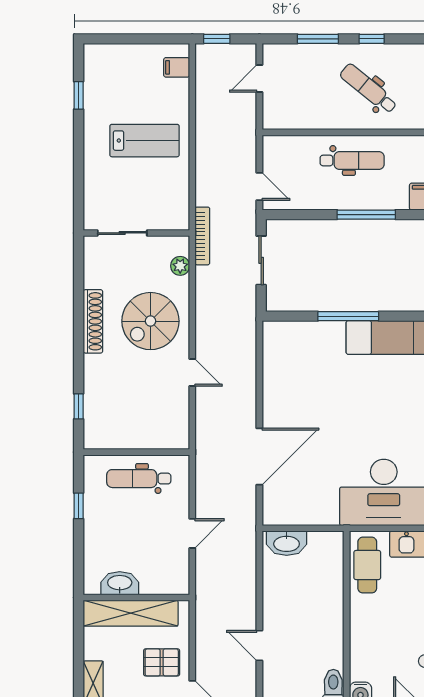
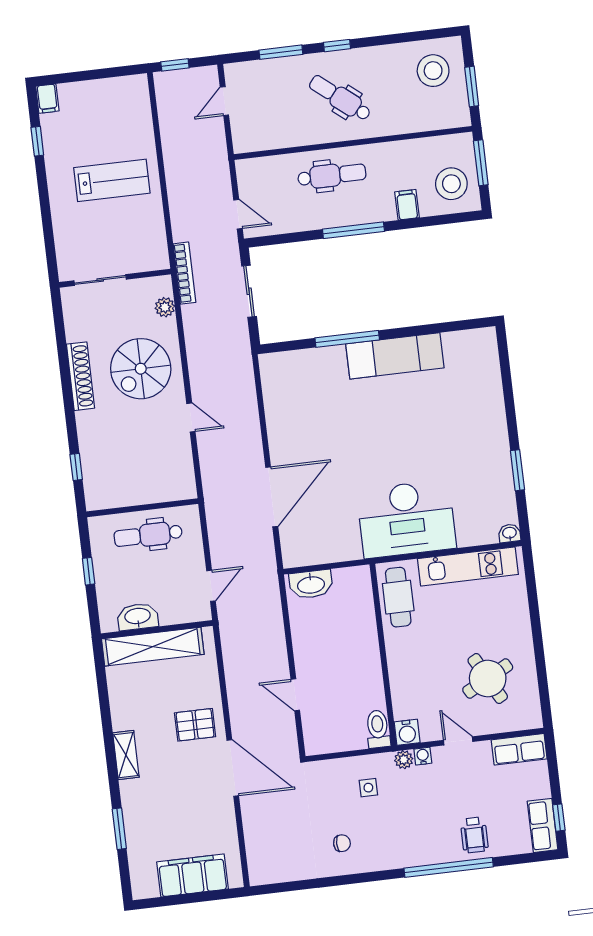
filing cabinet: (177, 67) -> (47, 99), moved, turned -90
washbasin: (120, 583) -> (138, 617), moved
wall: (136, 598) -> (157, 630), moved
shelving: (131, 613) -> (153, 647), moved

